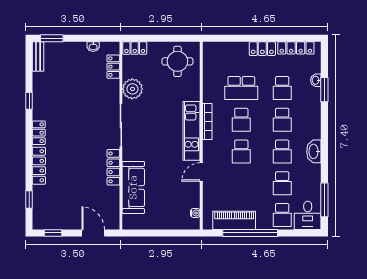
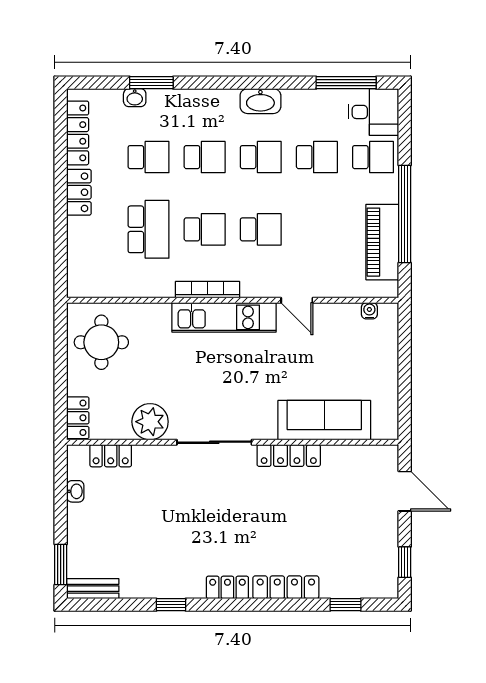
door: (93, 233) -> (405, 491), swing flipped

